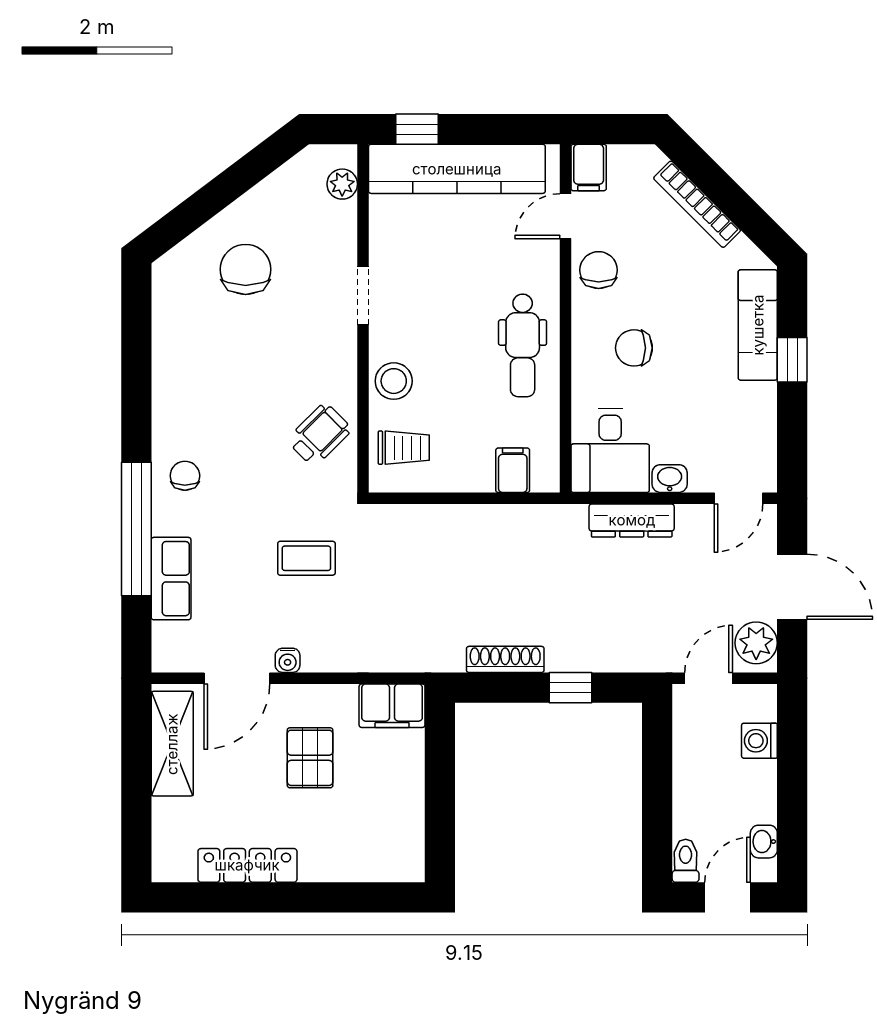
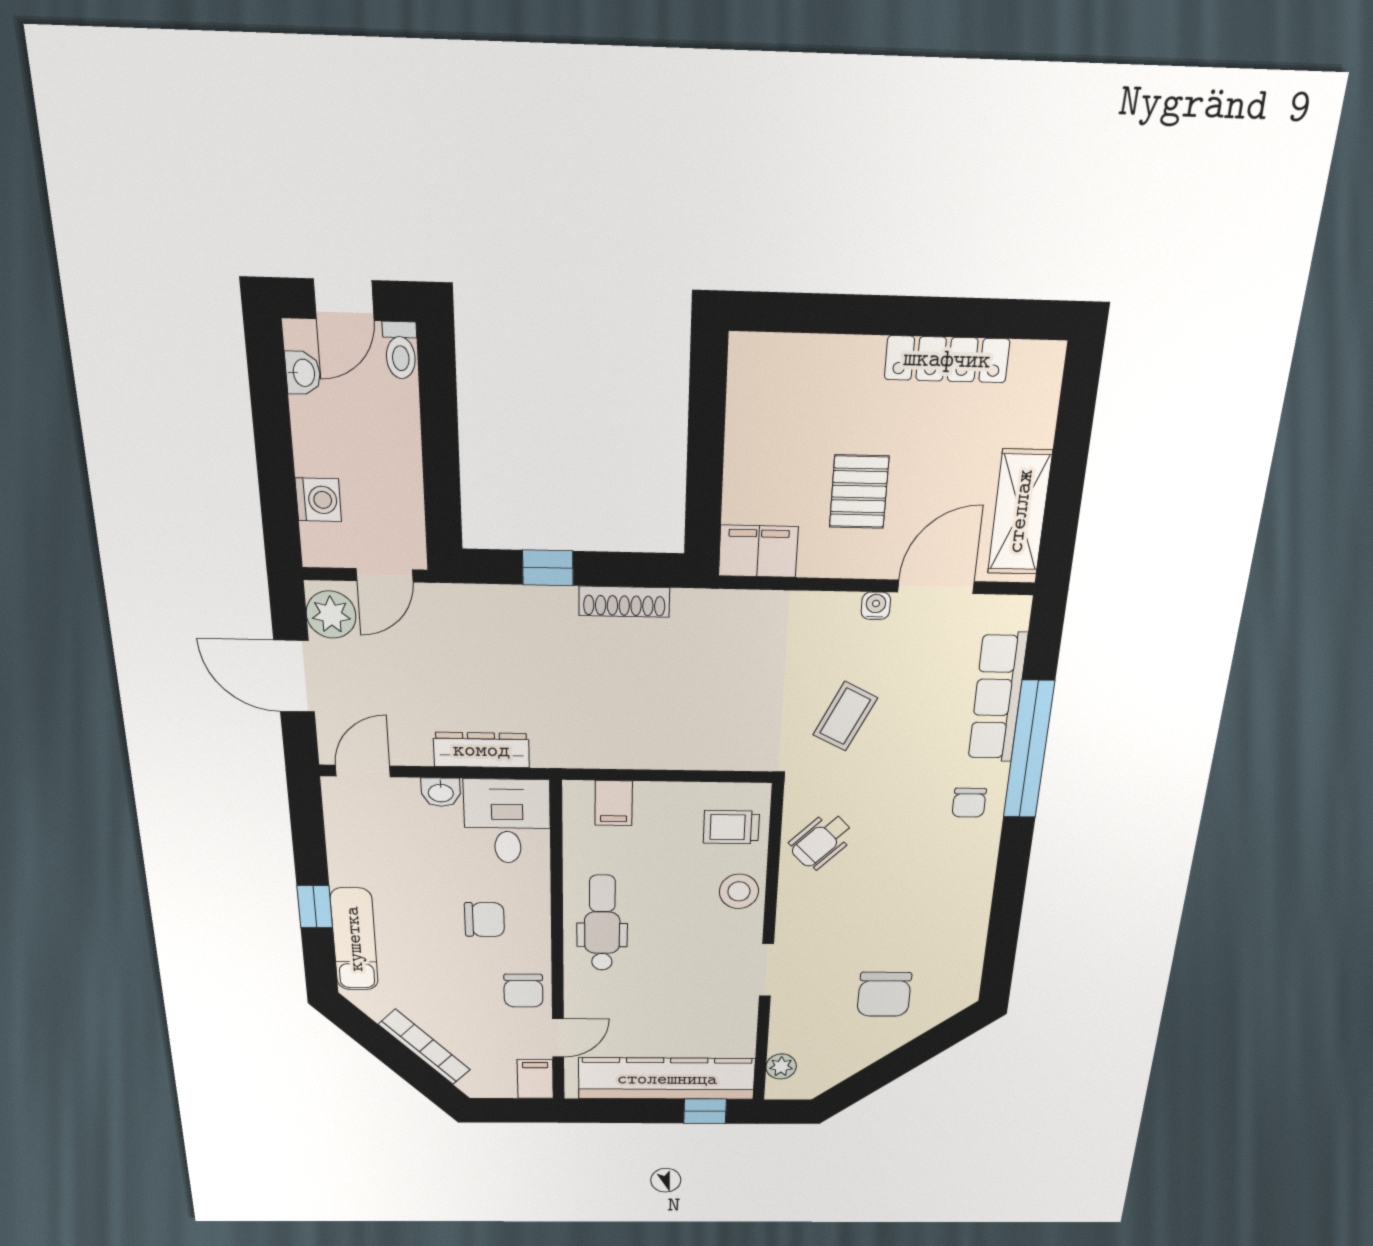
coffee table: (306, 558) -> (845, 716), turned -64
row of seats: (171, 579) -> (998, 697), width x1.48

